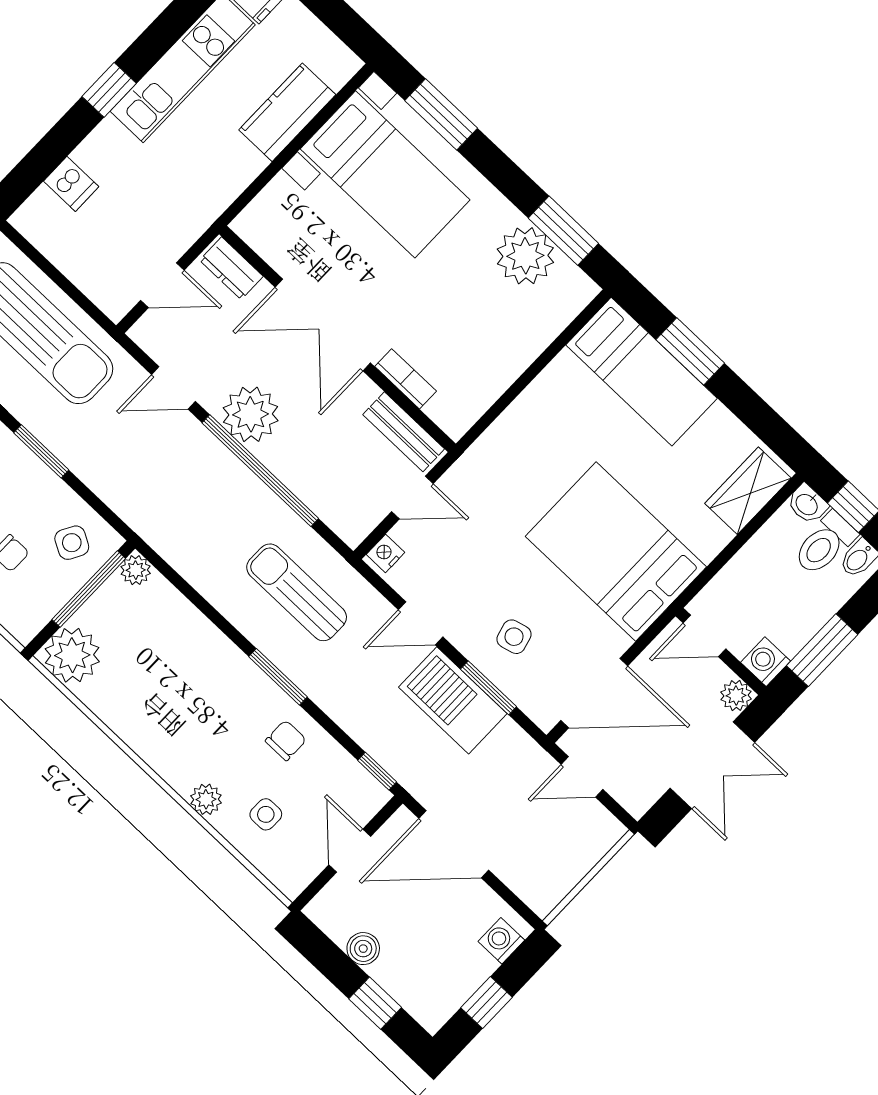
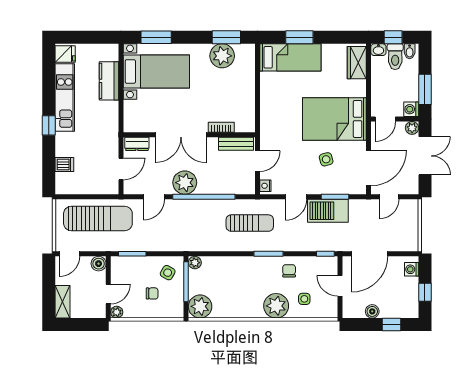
sun lounger: (297, 592) -> (250, 223), turned 180
side table: (514, 637) -> (326, 159), moved
plant: (206, 799) -> (276, 306), width x1.88, depth x1.88

